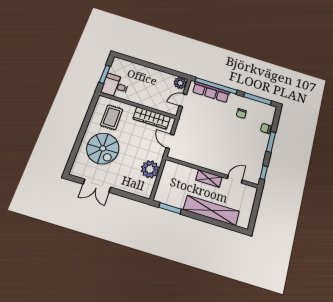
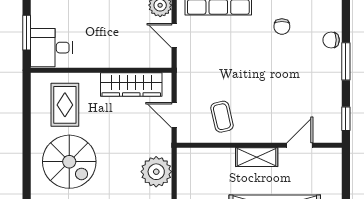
door: (183, 100) -> (174, 36), hinge flipped
coffee table: (196, 150) -> (222, 117), added

